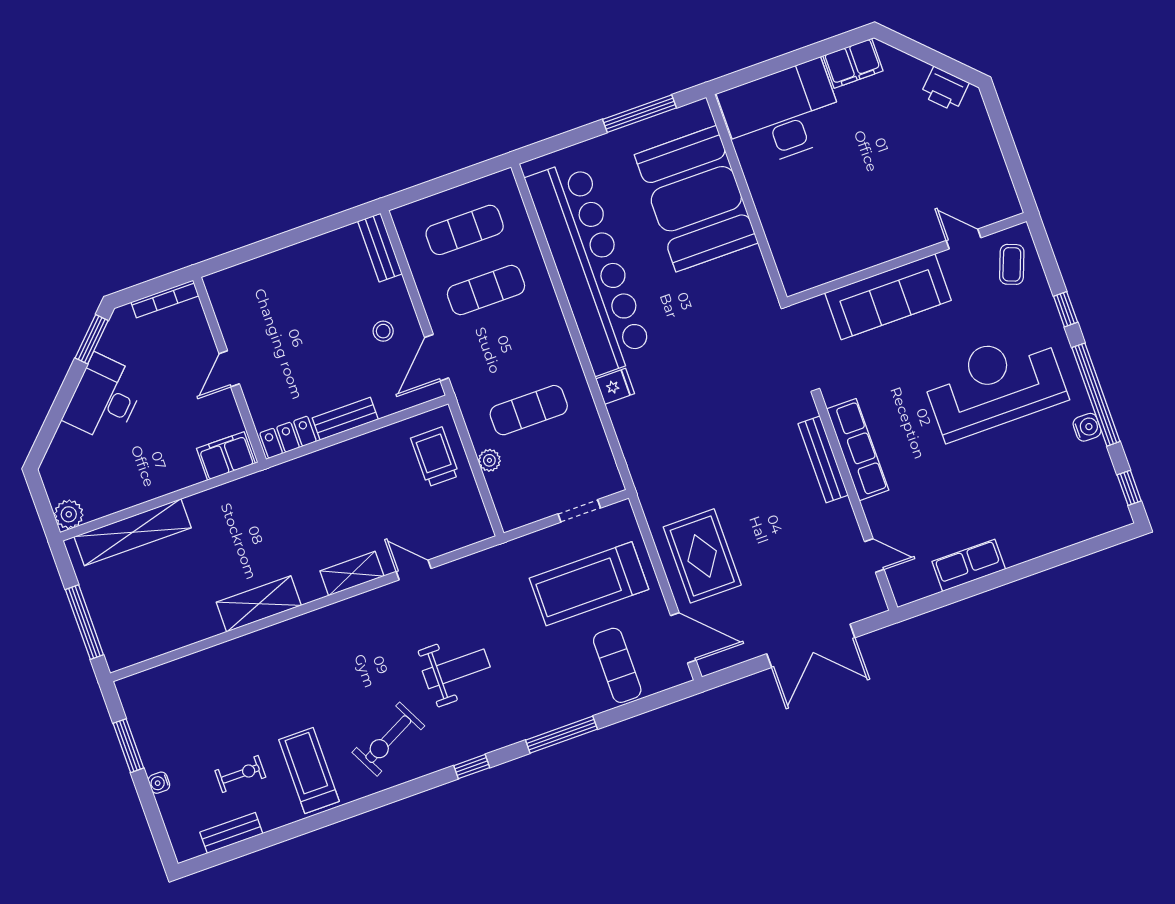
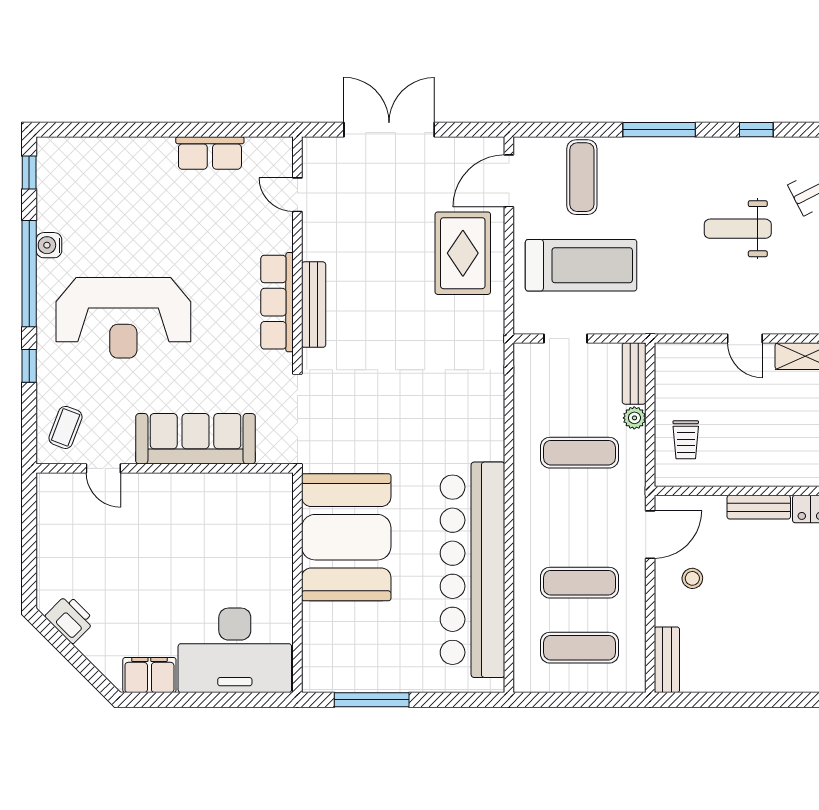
booth: (696, 199) -> (346, 537), moved
fridge: (615, 386) -> (488, 446), removed
trolley: (435, 457) -> (686, 440), width x0.73, depth x0.72
bench: (504, 501) -> (634, 373), added
door: (683, 638) -> (509, 181), hinge flipped

